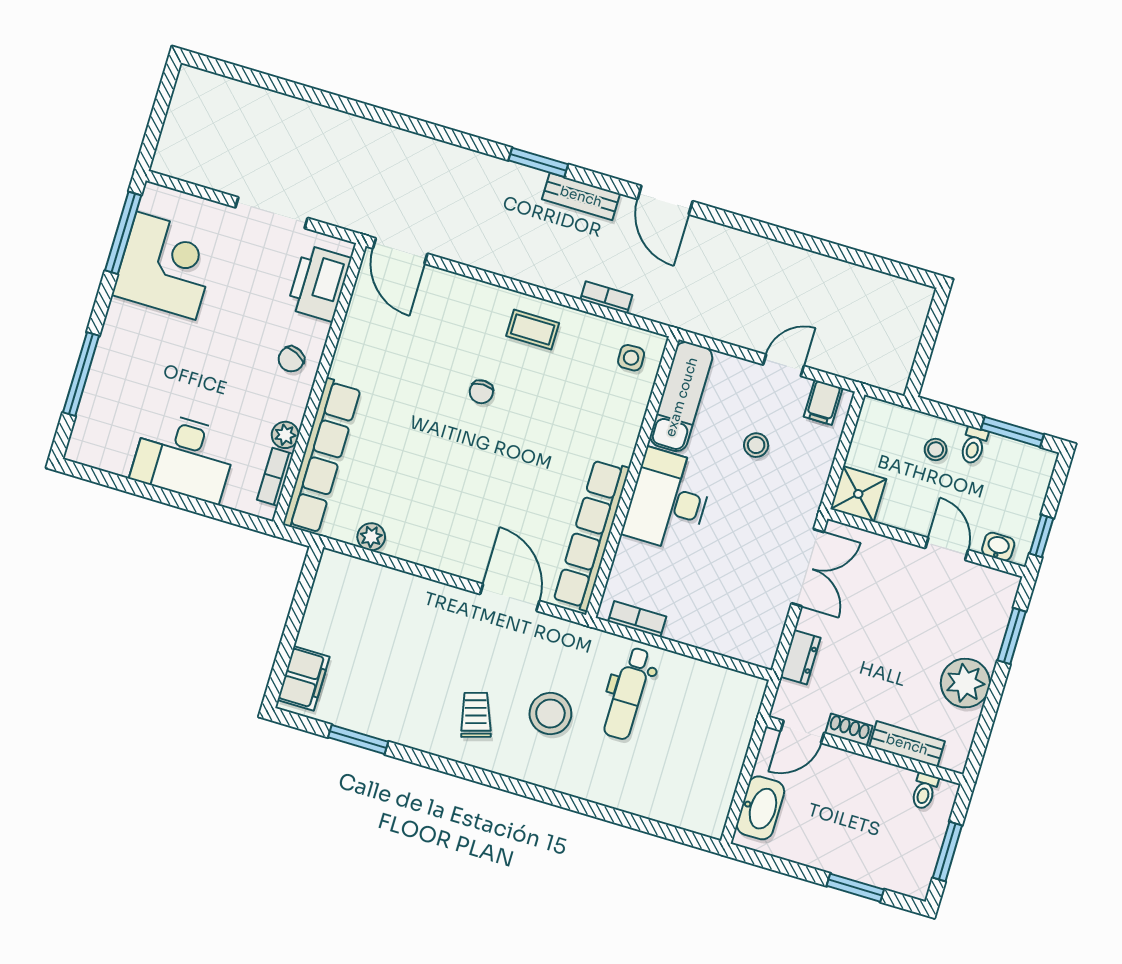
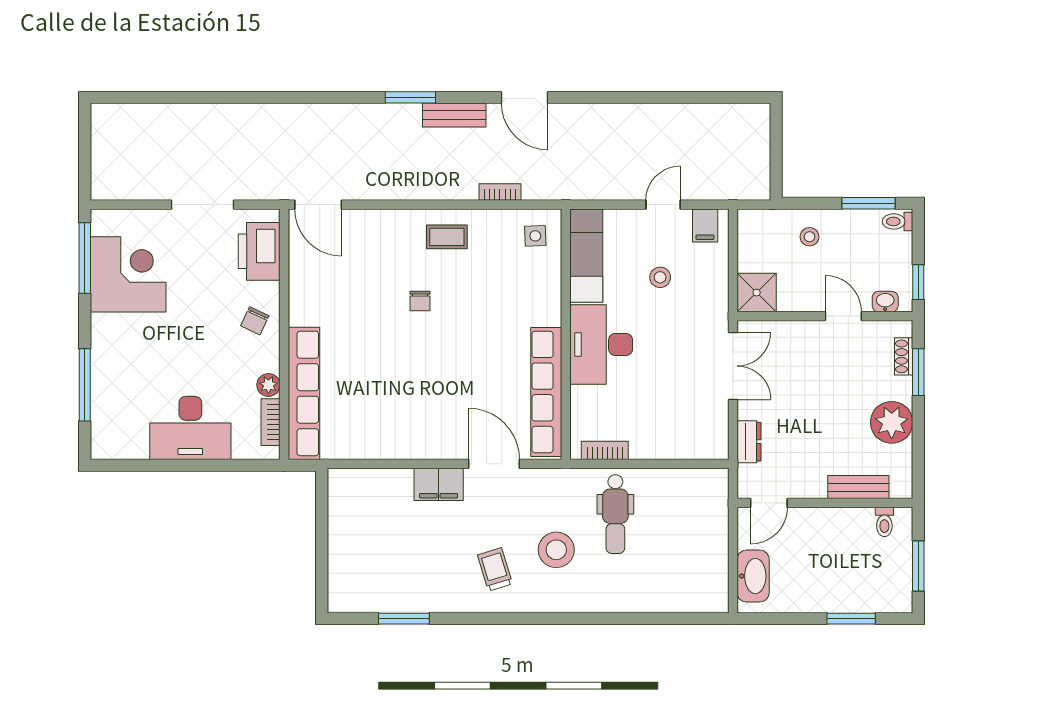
toilet: (974, 445) -> (898, 221), moved, turned 90
plant: (371, 537) -> (365, 448), removed
filing cabinet: (304, 678) -> (439, 484), moved, turned 90
shoe rack: (849, 730) -> (904, 356), moved, turned -90

